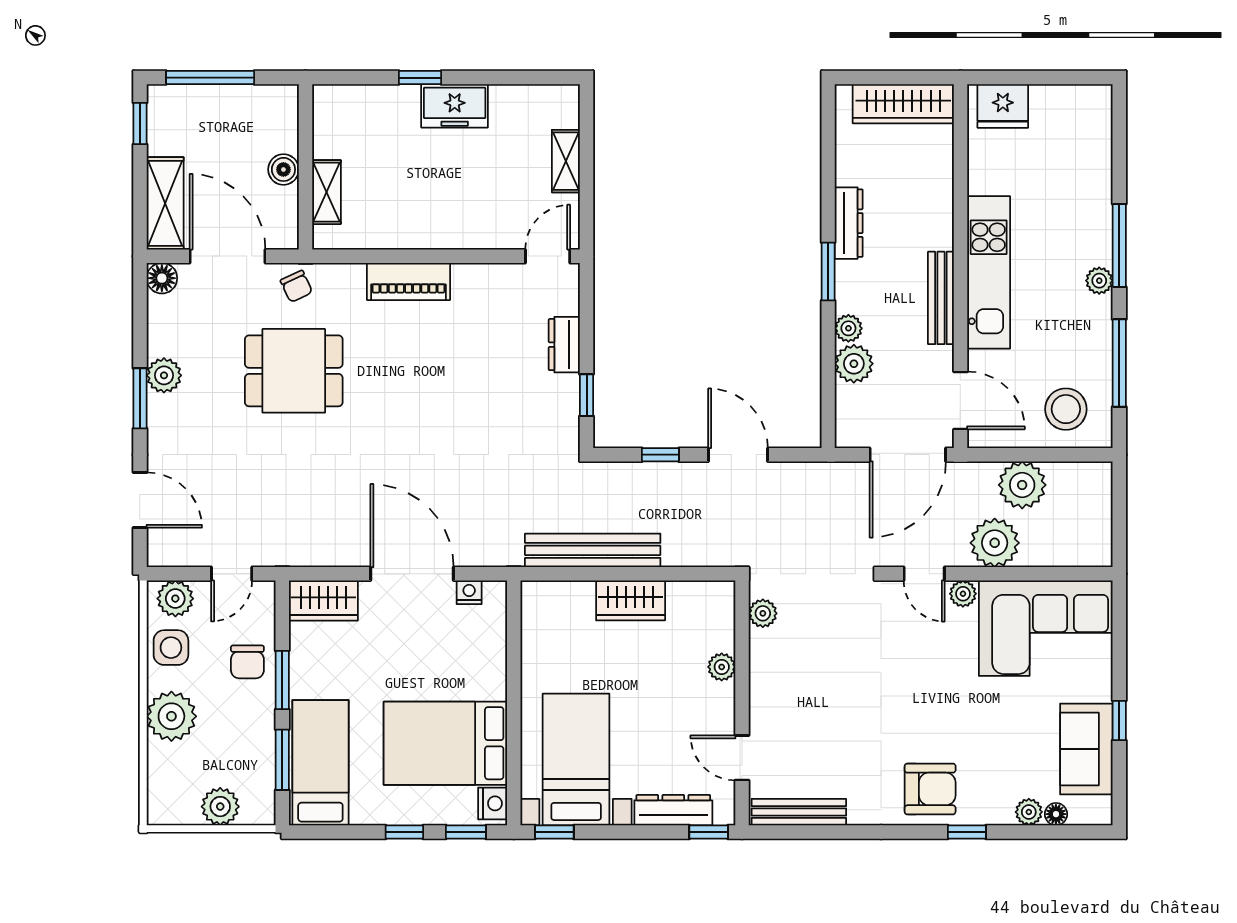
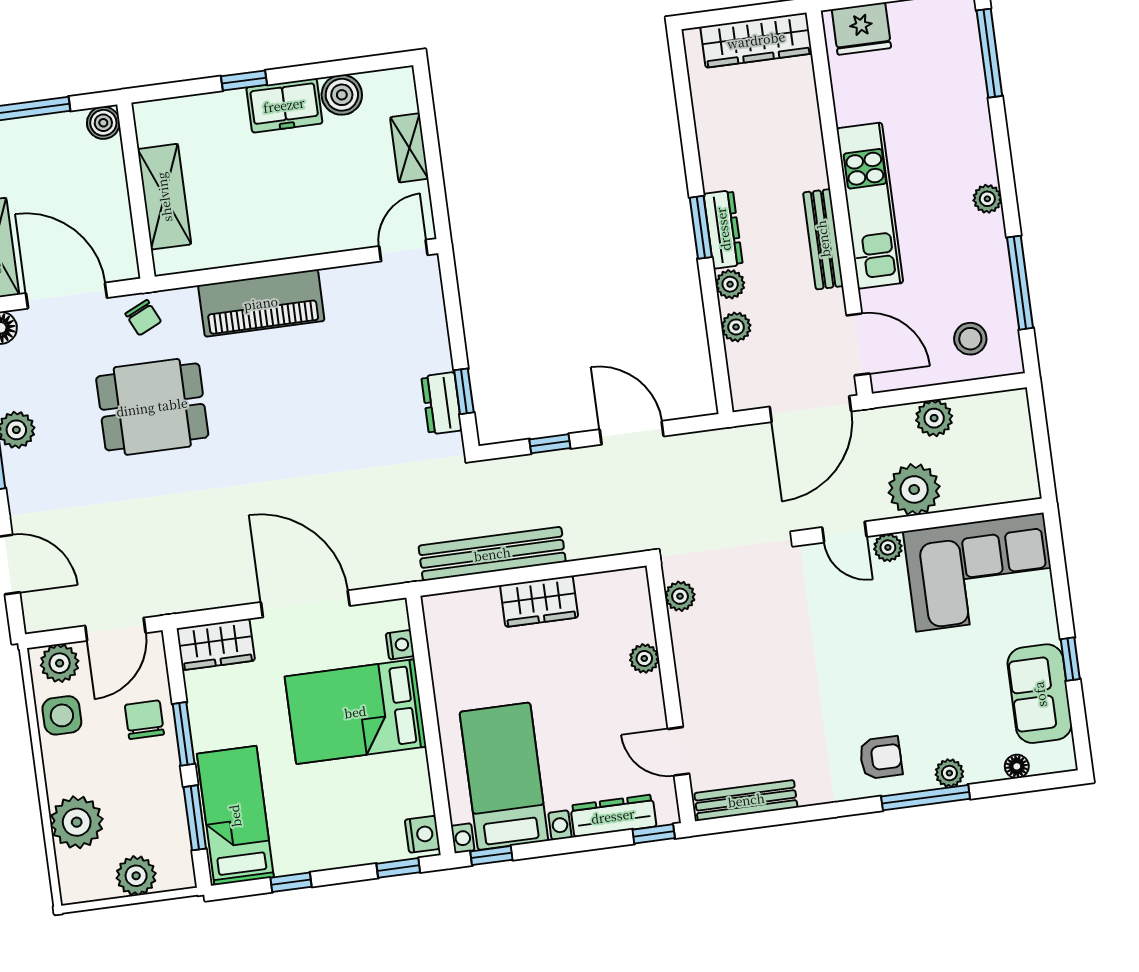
boiler: (510, 103) -> (342, 95), added
boiler: (283, 169) -> (103, 123), moved
shelving: (326, 192) -> (164, 197), width x1.50, depth x1.33
dresser: (849, 223) -> (723, 229), moved
window: (1119, 245) -> (989, 53), moved
piano: (408, 281) -> (261, 303), width x1.37, depth x1.33
dresser: (564, 345) -> (442, 403), moved
plant: (854, 364) -> (736, 327), width x0.73, depth x0.73
stool: (1066, 409) -> (970, 339), width x0.73, depth x0.73
plant: (1022, 485) -> (934, 418), width x0.73, depth x0.73
door: (232, 574) -> (115, 629), width x1.38
nightstand: (469, 592) -> (400, 645), moved, turned 90
chair: (247, 662) -> (144, 720), turned 180
plant: (171, 716) -> (77, 822), moved
bed: (445, 743) -> (355, 712), moved
armchair: (930, 789) -> (881, 758), width x0.72, depth x0.72
plant: (1029, 812) -> (949, 773), moved
window: (404, 832) -> (291, 882), moved
window: (967, 832) -> (926, 798), width x2.17

